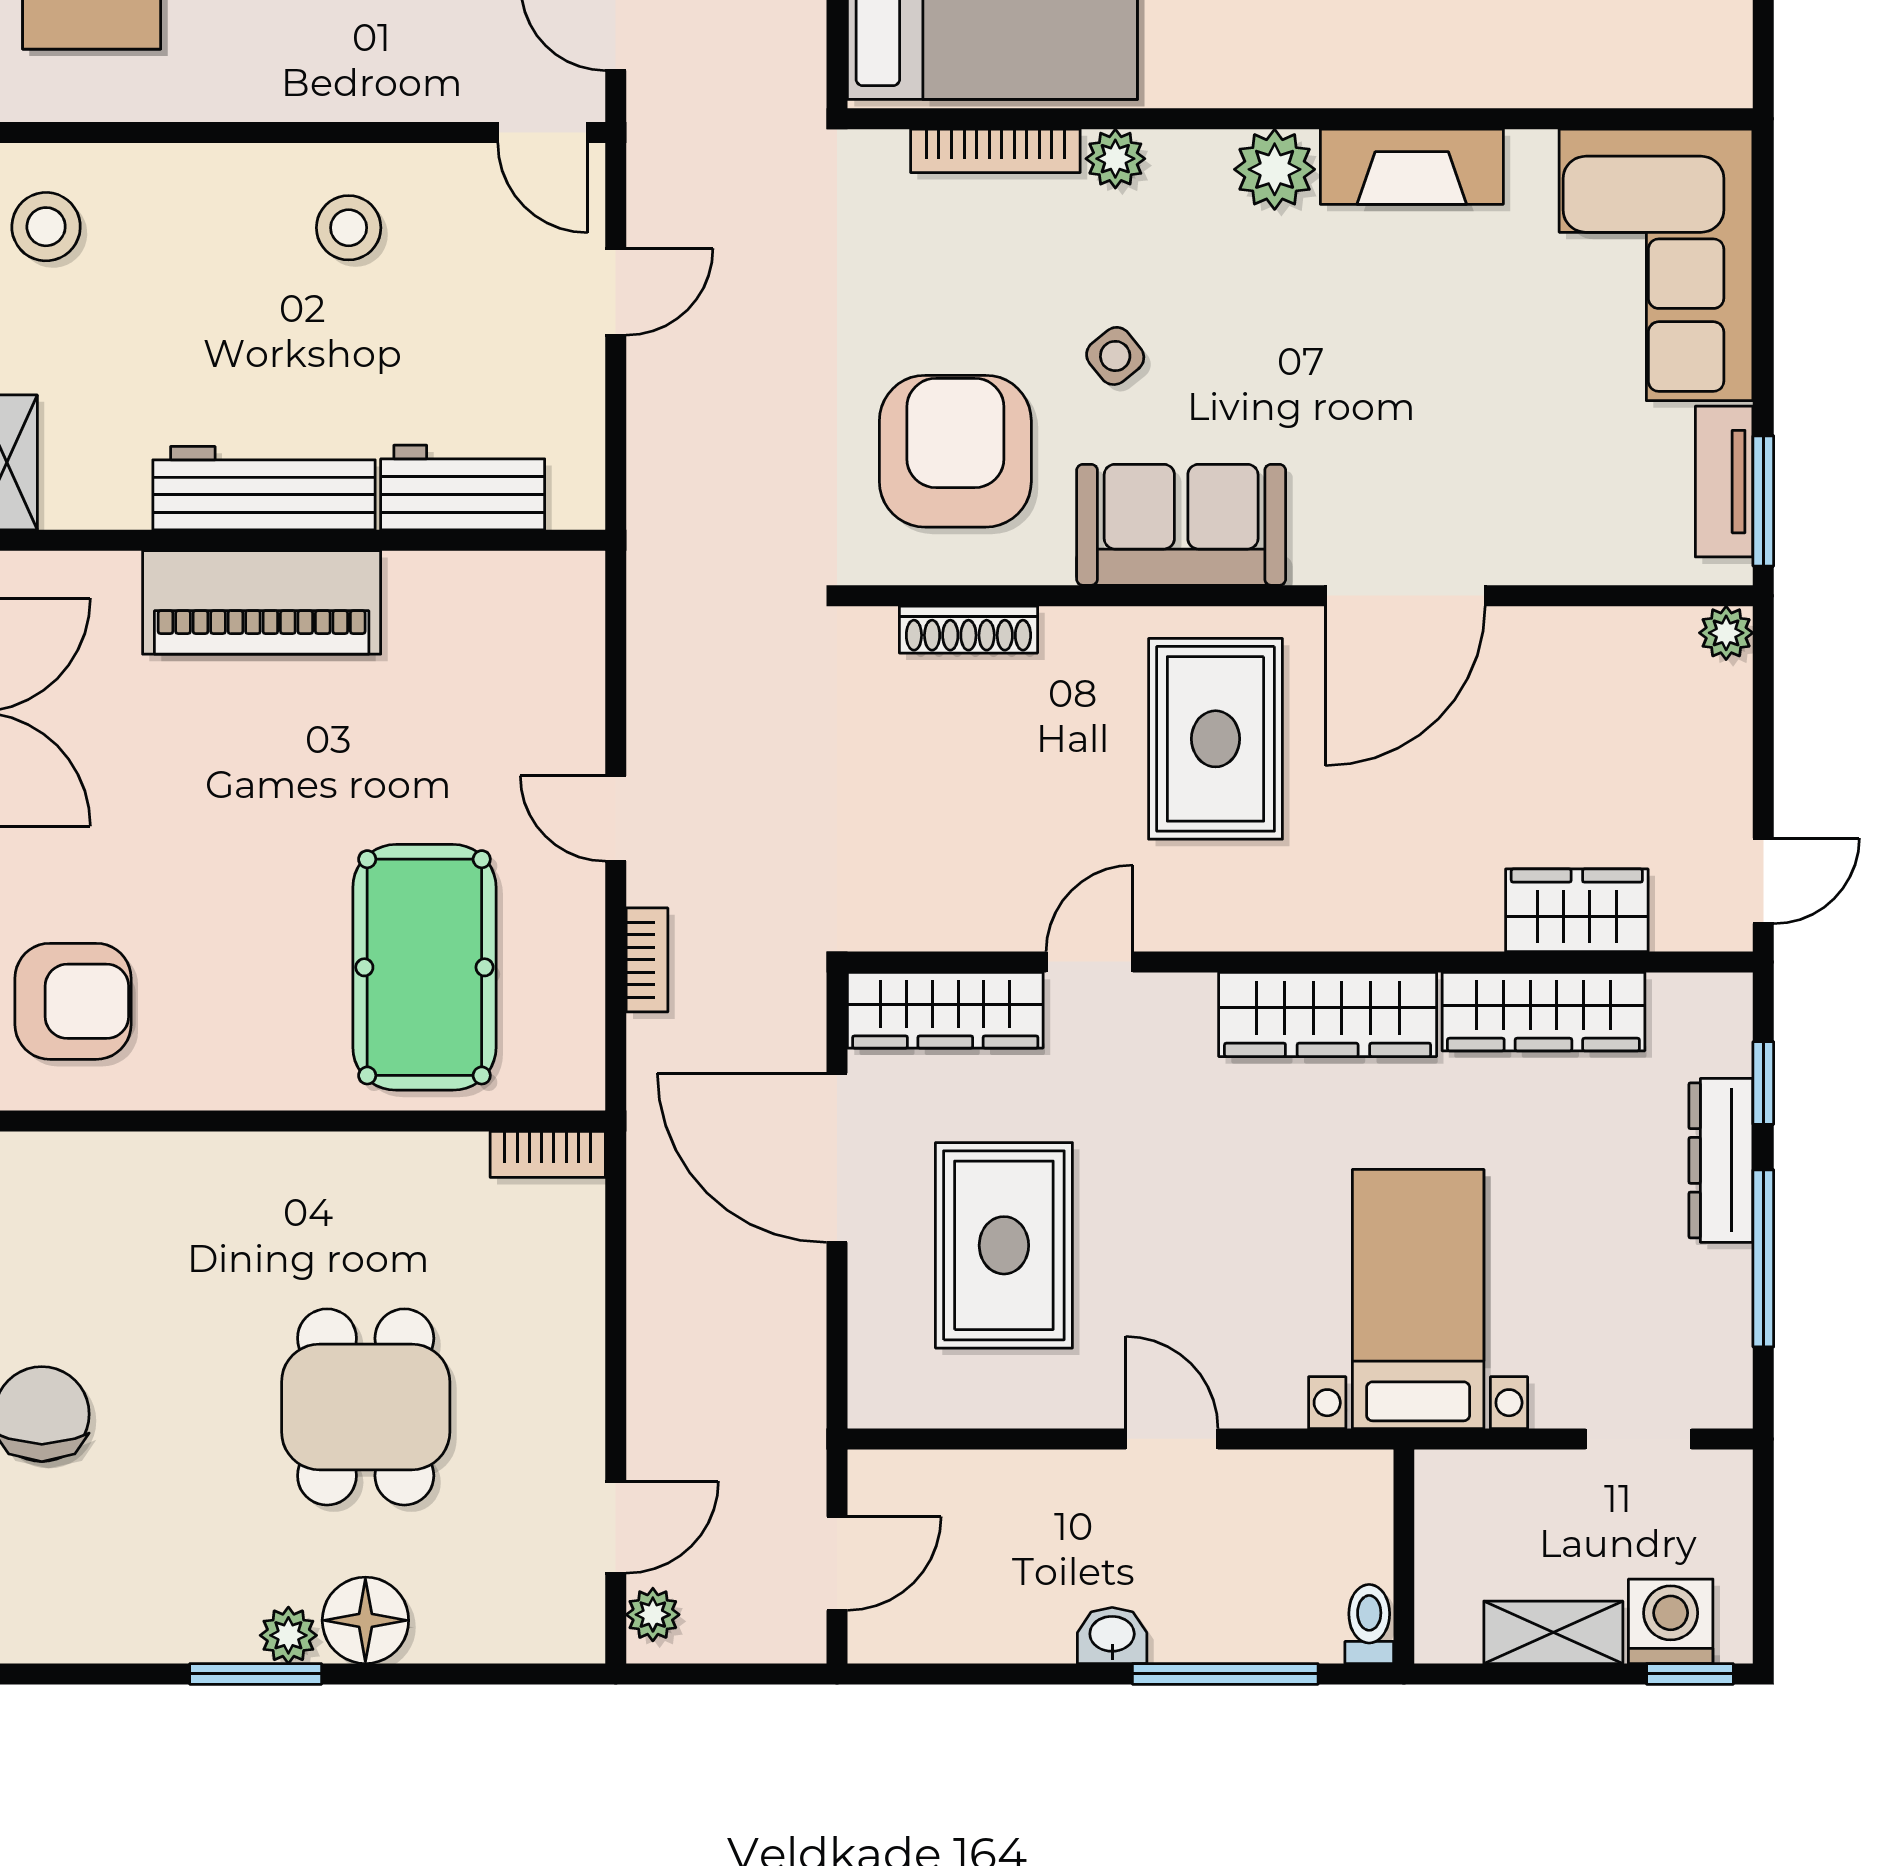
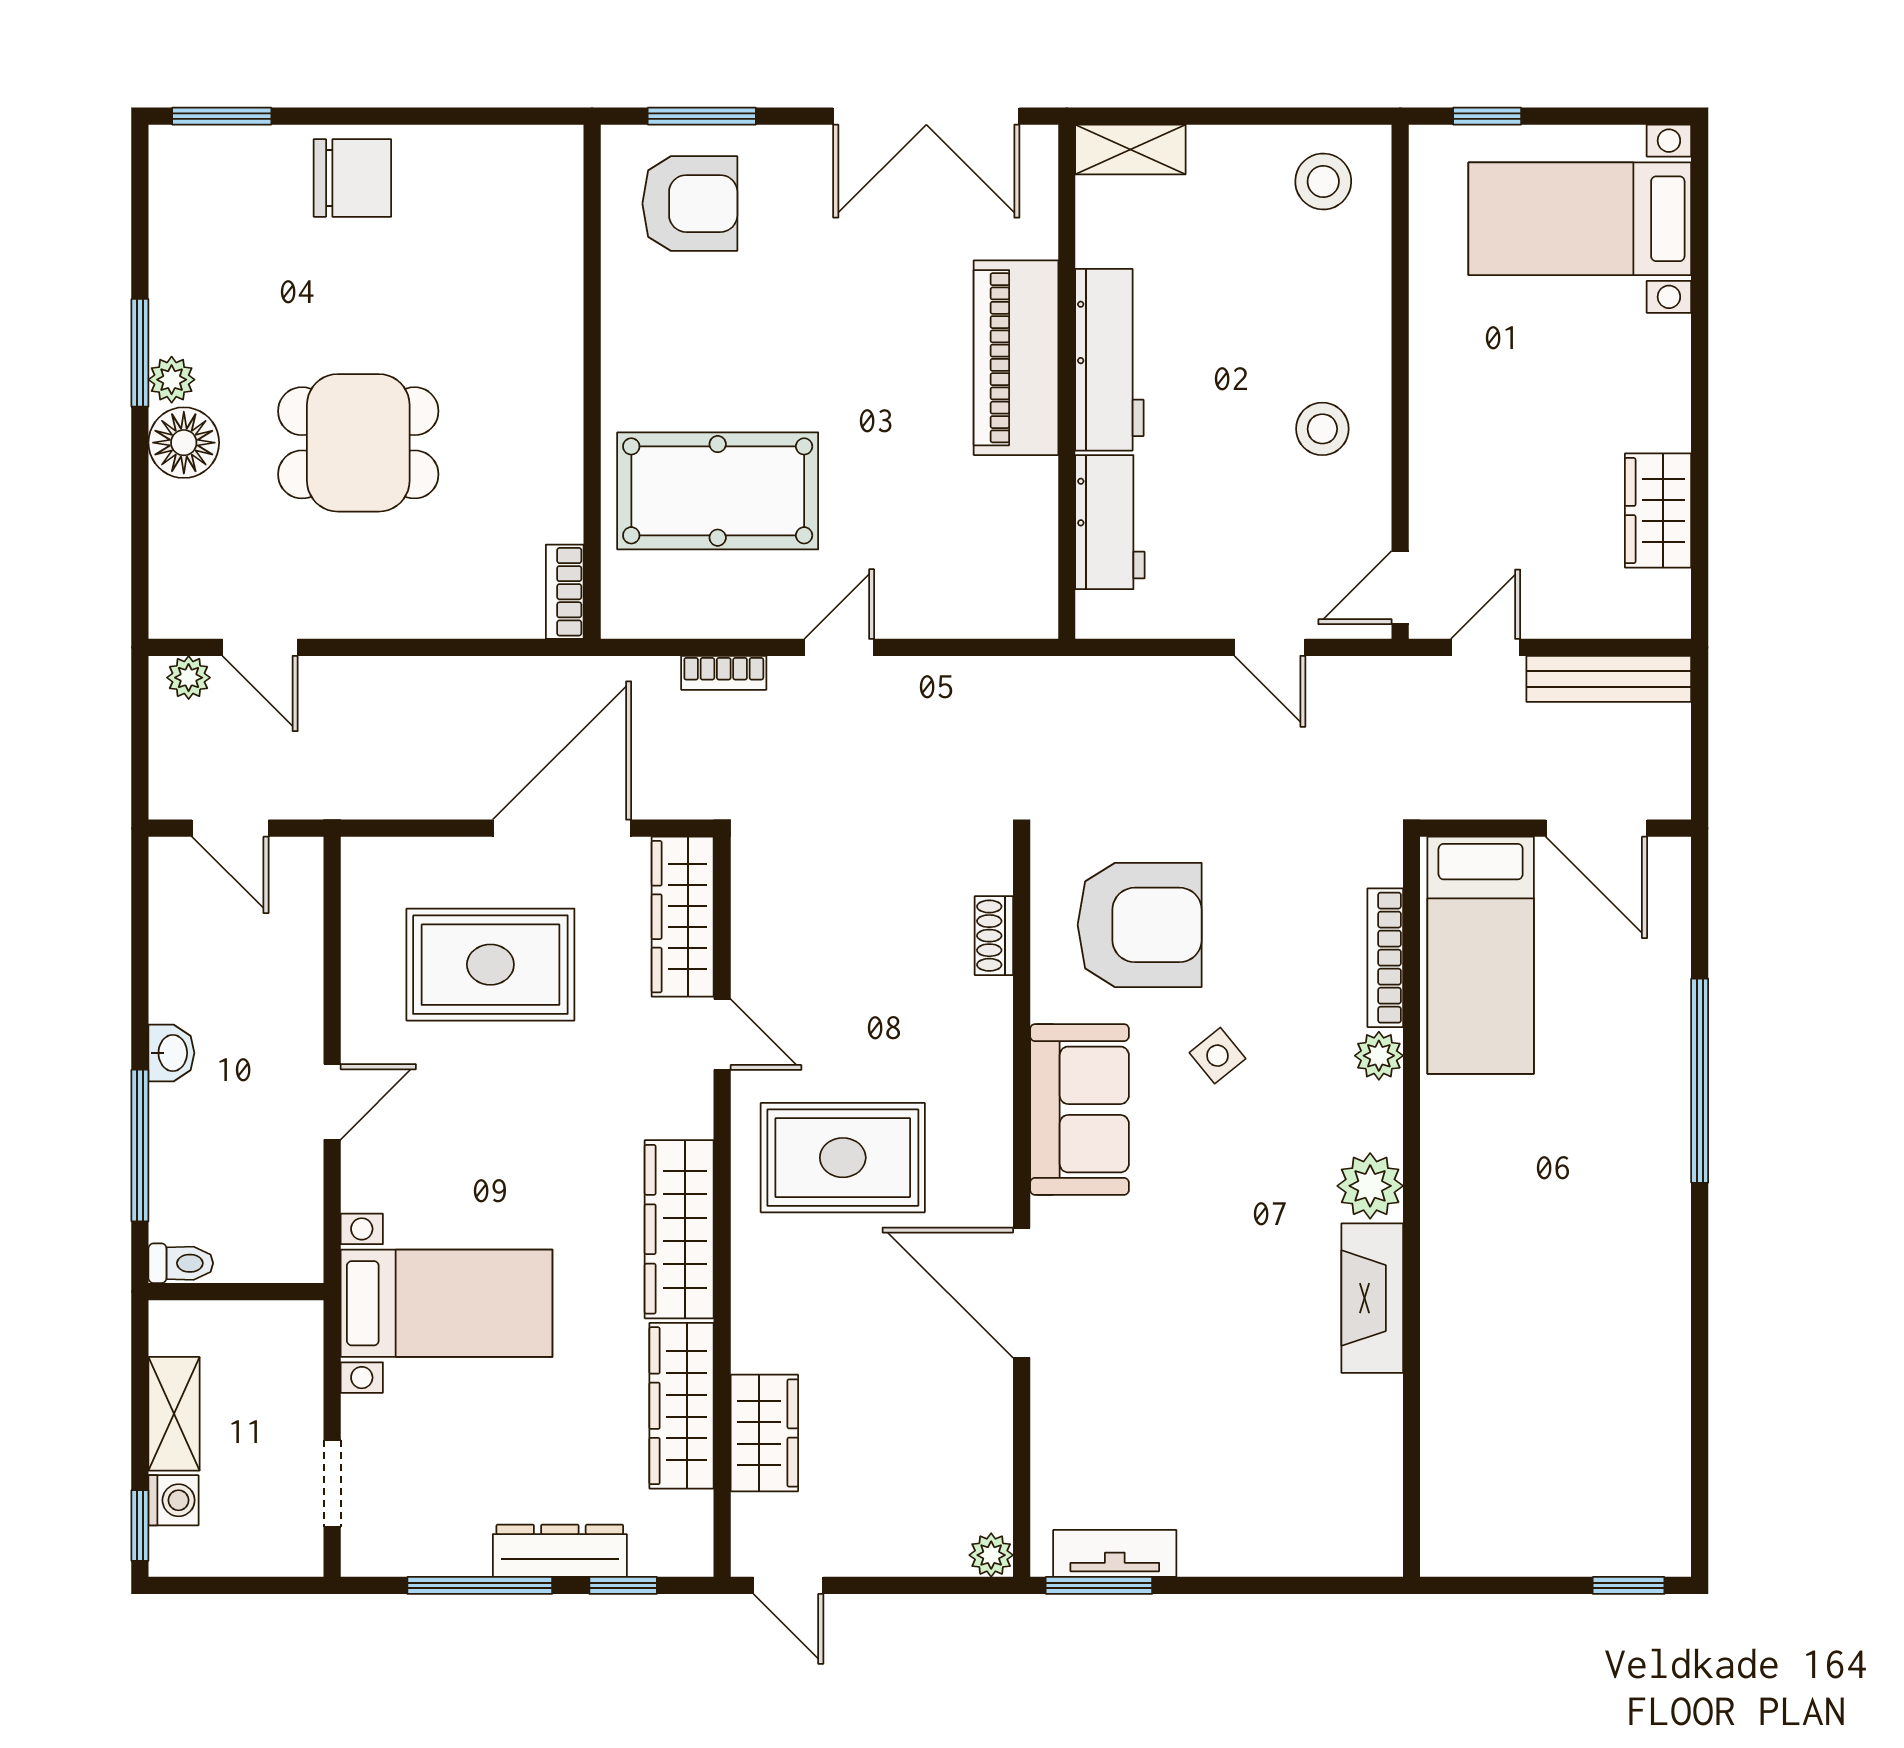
corner sofa: (1656, 265) -> (1292, 1498), removed
shoe rack: (968, 630) -> (994, 936), width x0.70
rug: (1216, 739) -> (843, 1158), moved
armchair: (73, 1001) -> (690, 204), turned -90
washing machine: (1671, 1621) -> (174, 1500), width x0.73, depth x0.73

